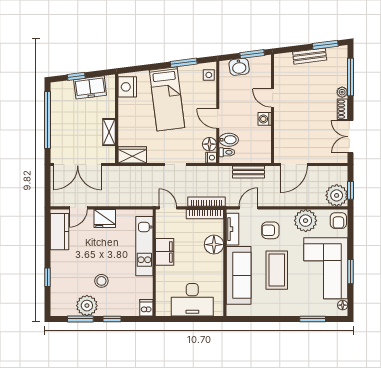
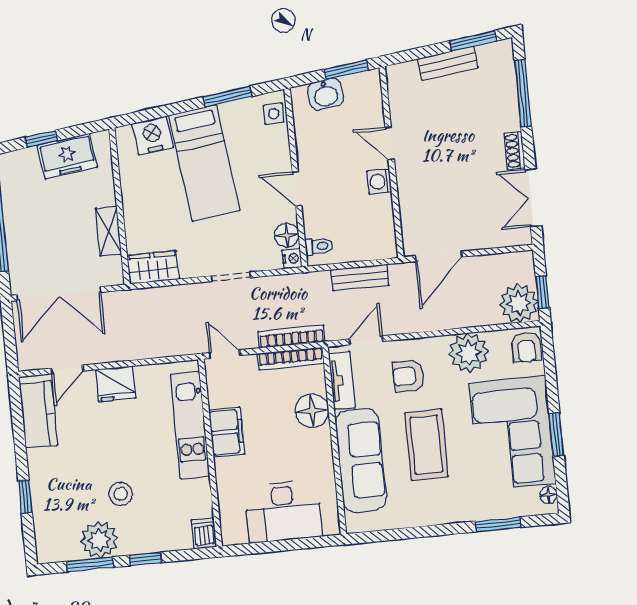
nightstand: (127, 87) -> (152, 135), moved, turned 83
plant: (342, 92) -> (511, 121), removed
bidet: (229, 140) -> (320, 224), removed

